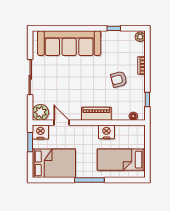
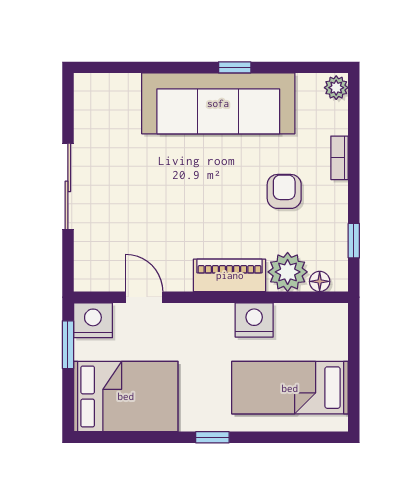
window: (114, 28) -> (235, 67), moved
sofa: (69, 43) -> (218, 103), moved
armchair: (119, 79) -> (284, 191), turned 105
plant: (41, 112) -> (288, 272), moved
window: (89, 180) -> (212, 437), width x0.46

